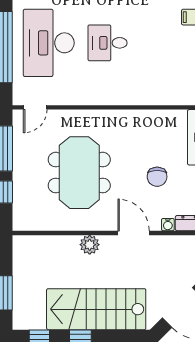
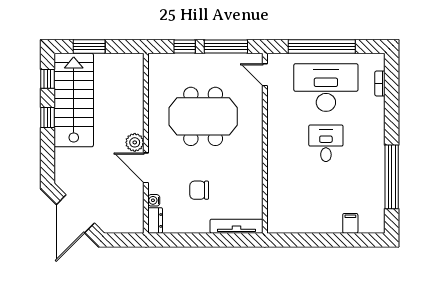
door: (134, 233) -> (146, 168), swing flipped
plant: (90, 245) -> (135, 142), moved
stairs: (96, 309) -> (74, 100), moved

